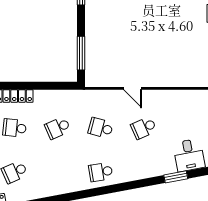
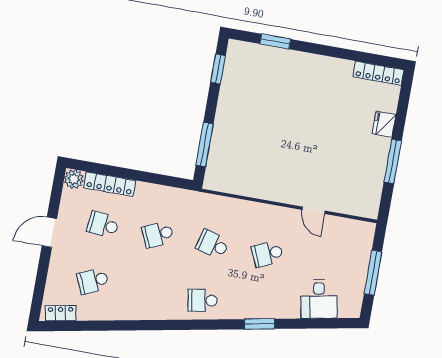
door: (133, 88) -> (314, 210), moved
window: (176, 177) -> (259, 324), moved

